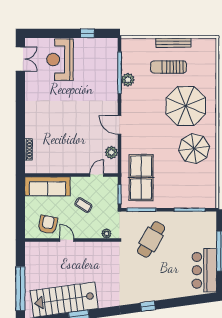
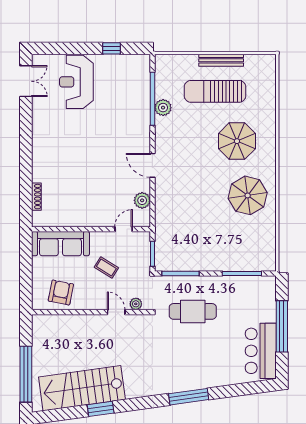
sun lounger: (169, 67) -> (215, 91), width x1.36, depth x1.34
parasol: (186, 106) -> (237, 141), width x0.73, depth x0.73
table tennis table: (141, 178) -> (180, 232), removed
cafe table: (151, 239) -> (193, 311), turned 60
door: (67, 240) -> (116, 312), moved
window: (148, 306) -> (189, 397), width x2.17

